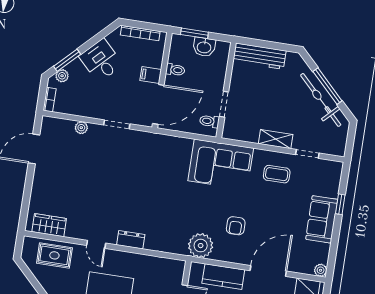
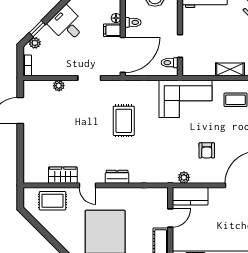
window: (67, 60) -> (37, 29), width x0.67
floor lamp: (157, 62) -> (116, 18), added
rug: (148, 178) -> (124, 121), added
wardrobe: (49, 225) -> (63, 175), moved
plant: (201, 246) -> (184, 177), width x0.53, depth x0.53
kitchen counter: (223, 277) -> (190, 196), moved

